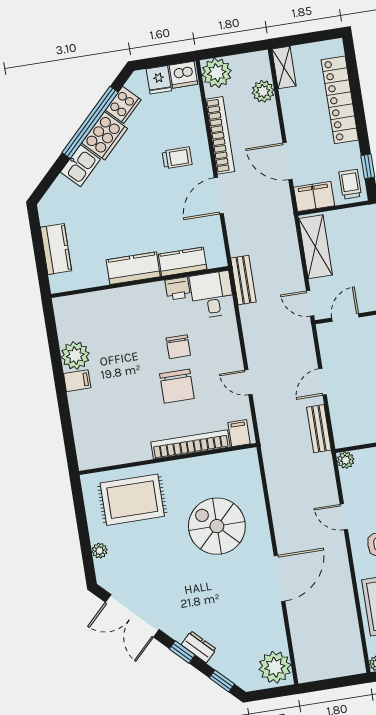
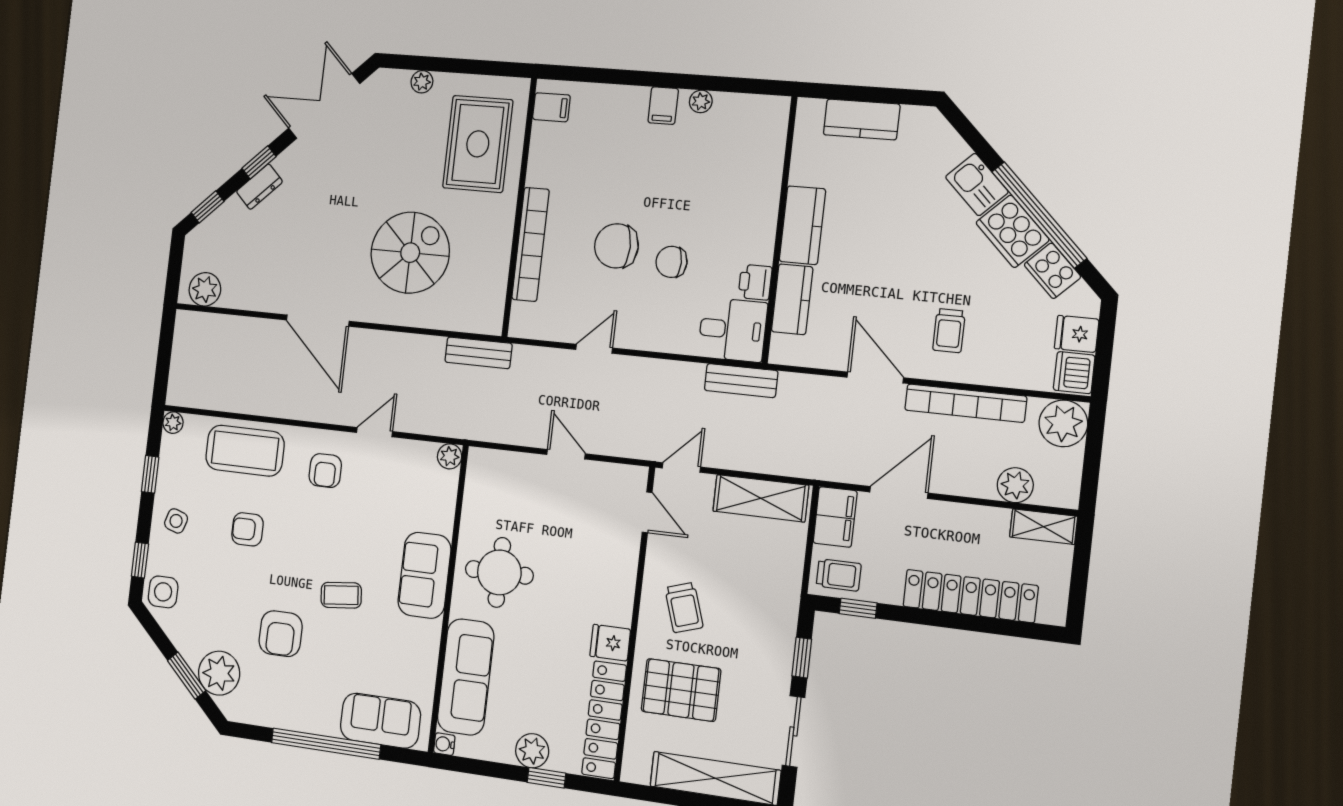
plant: (75, 355) -> (701, 101), width x0.53, depth x0.53
bench: (319, 429) -> (478, 353), moved
filing cabinet: (239, 433) -> (551, 107), moved
plant: (275, 667) -> (205, 289), width x0.73, depth x0.73

